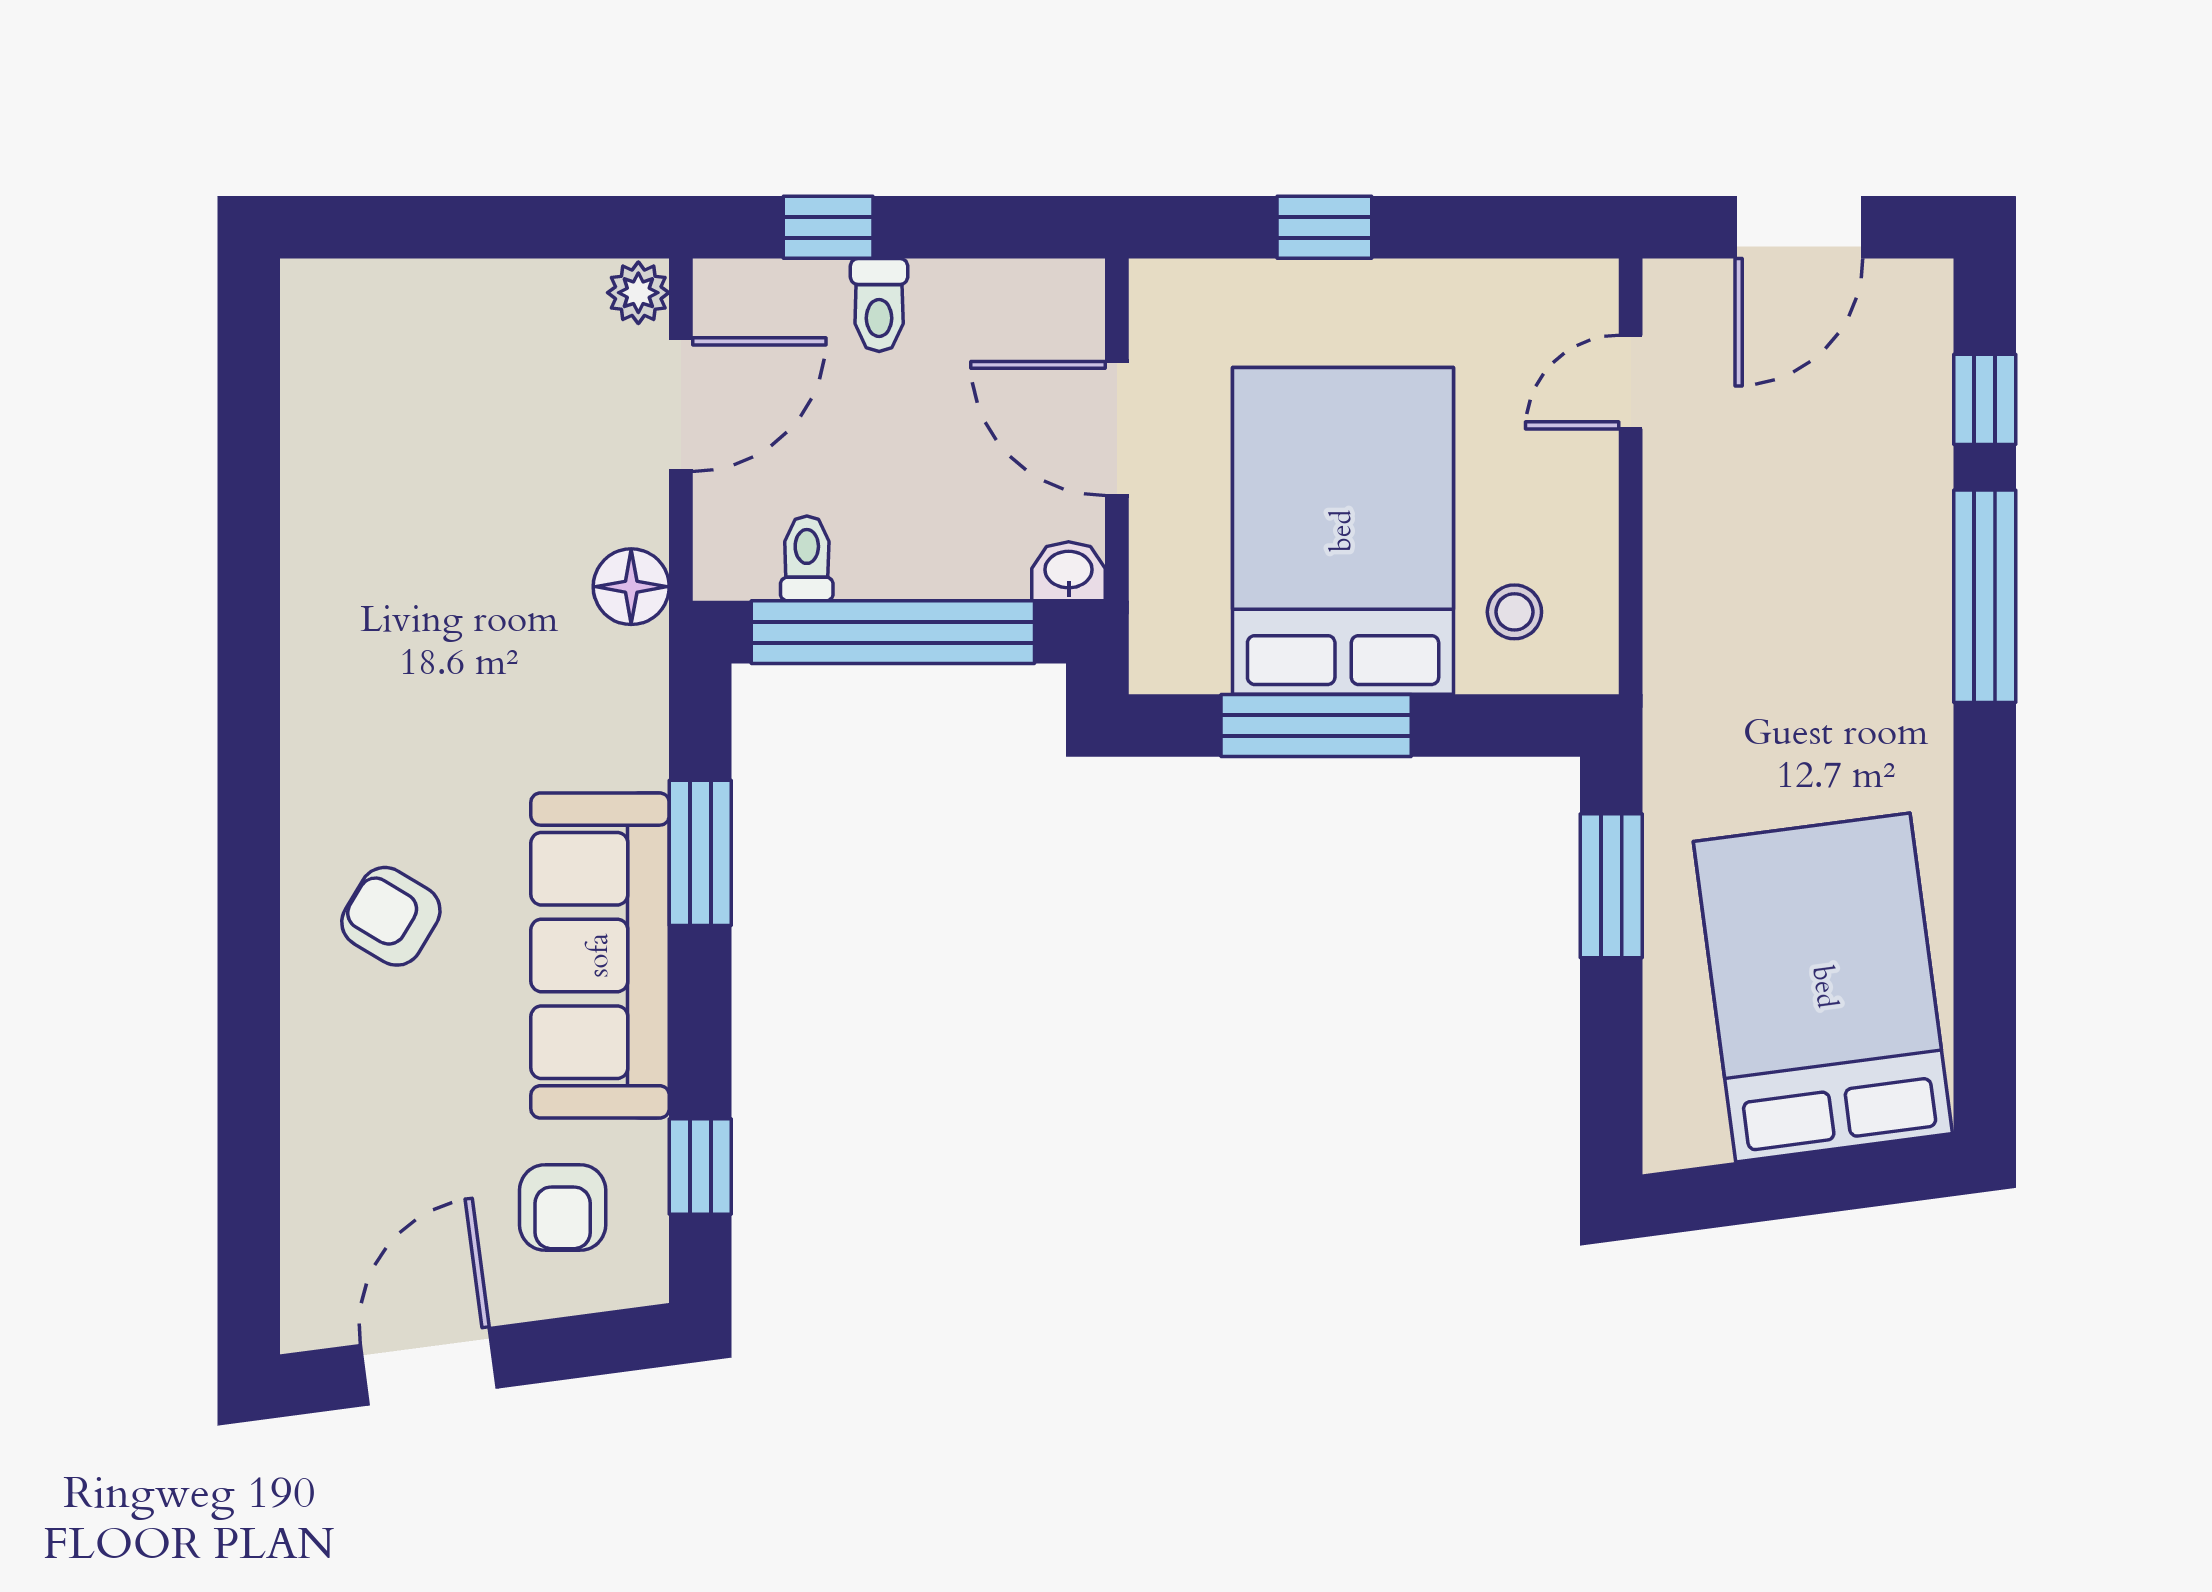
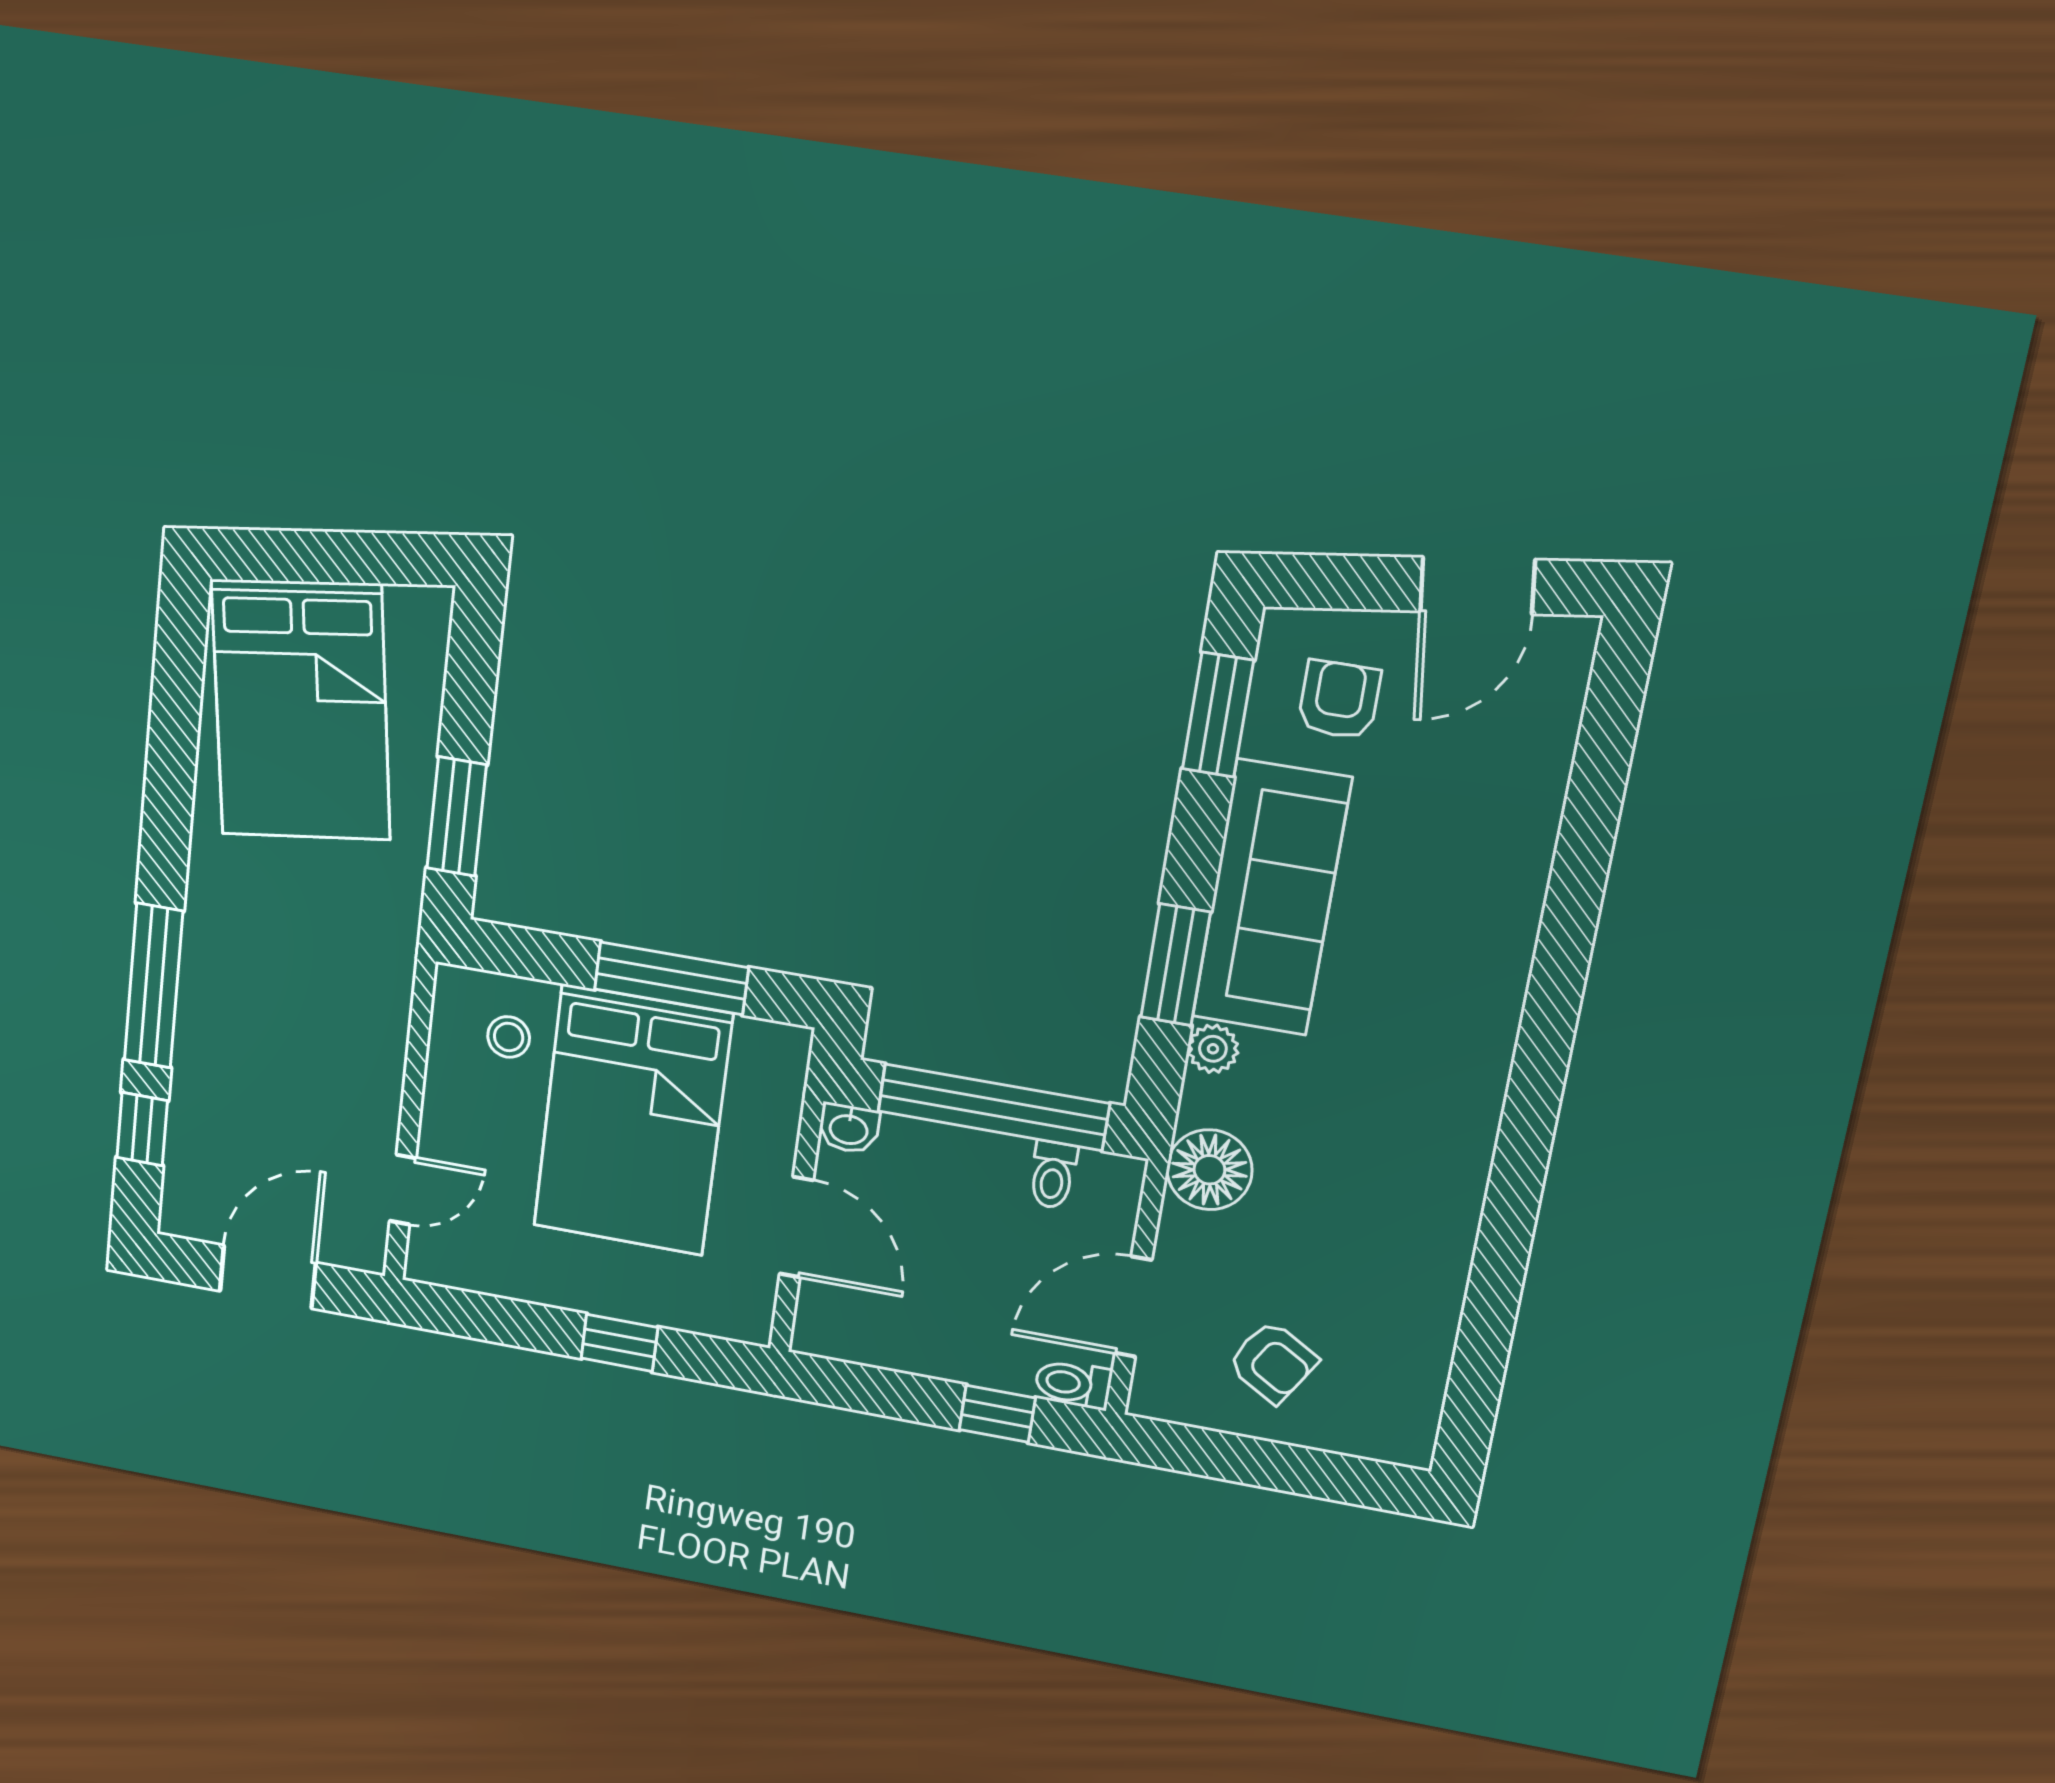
plant: (638, 293) -> (1213, 1049), moved
toilet: (879, 305) -> (1073, 1384), moved, turned -90
floor lamp: (631, 587) -> (1209, 1170), width x1.38, depth x1.38
armchair: (391, 916) -> (1273, 1362), moved
window: (700, 1167) -> (1218, 715), width x1.50

